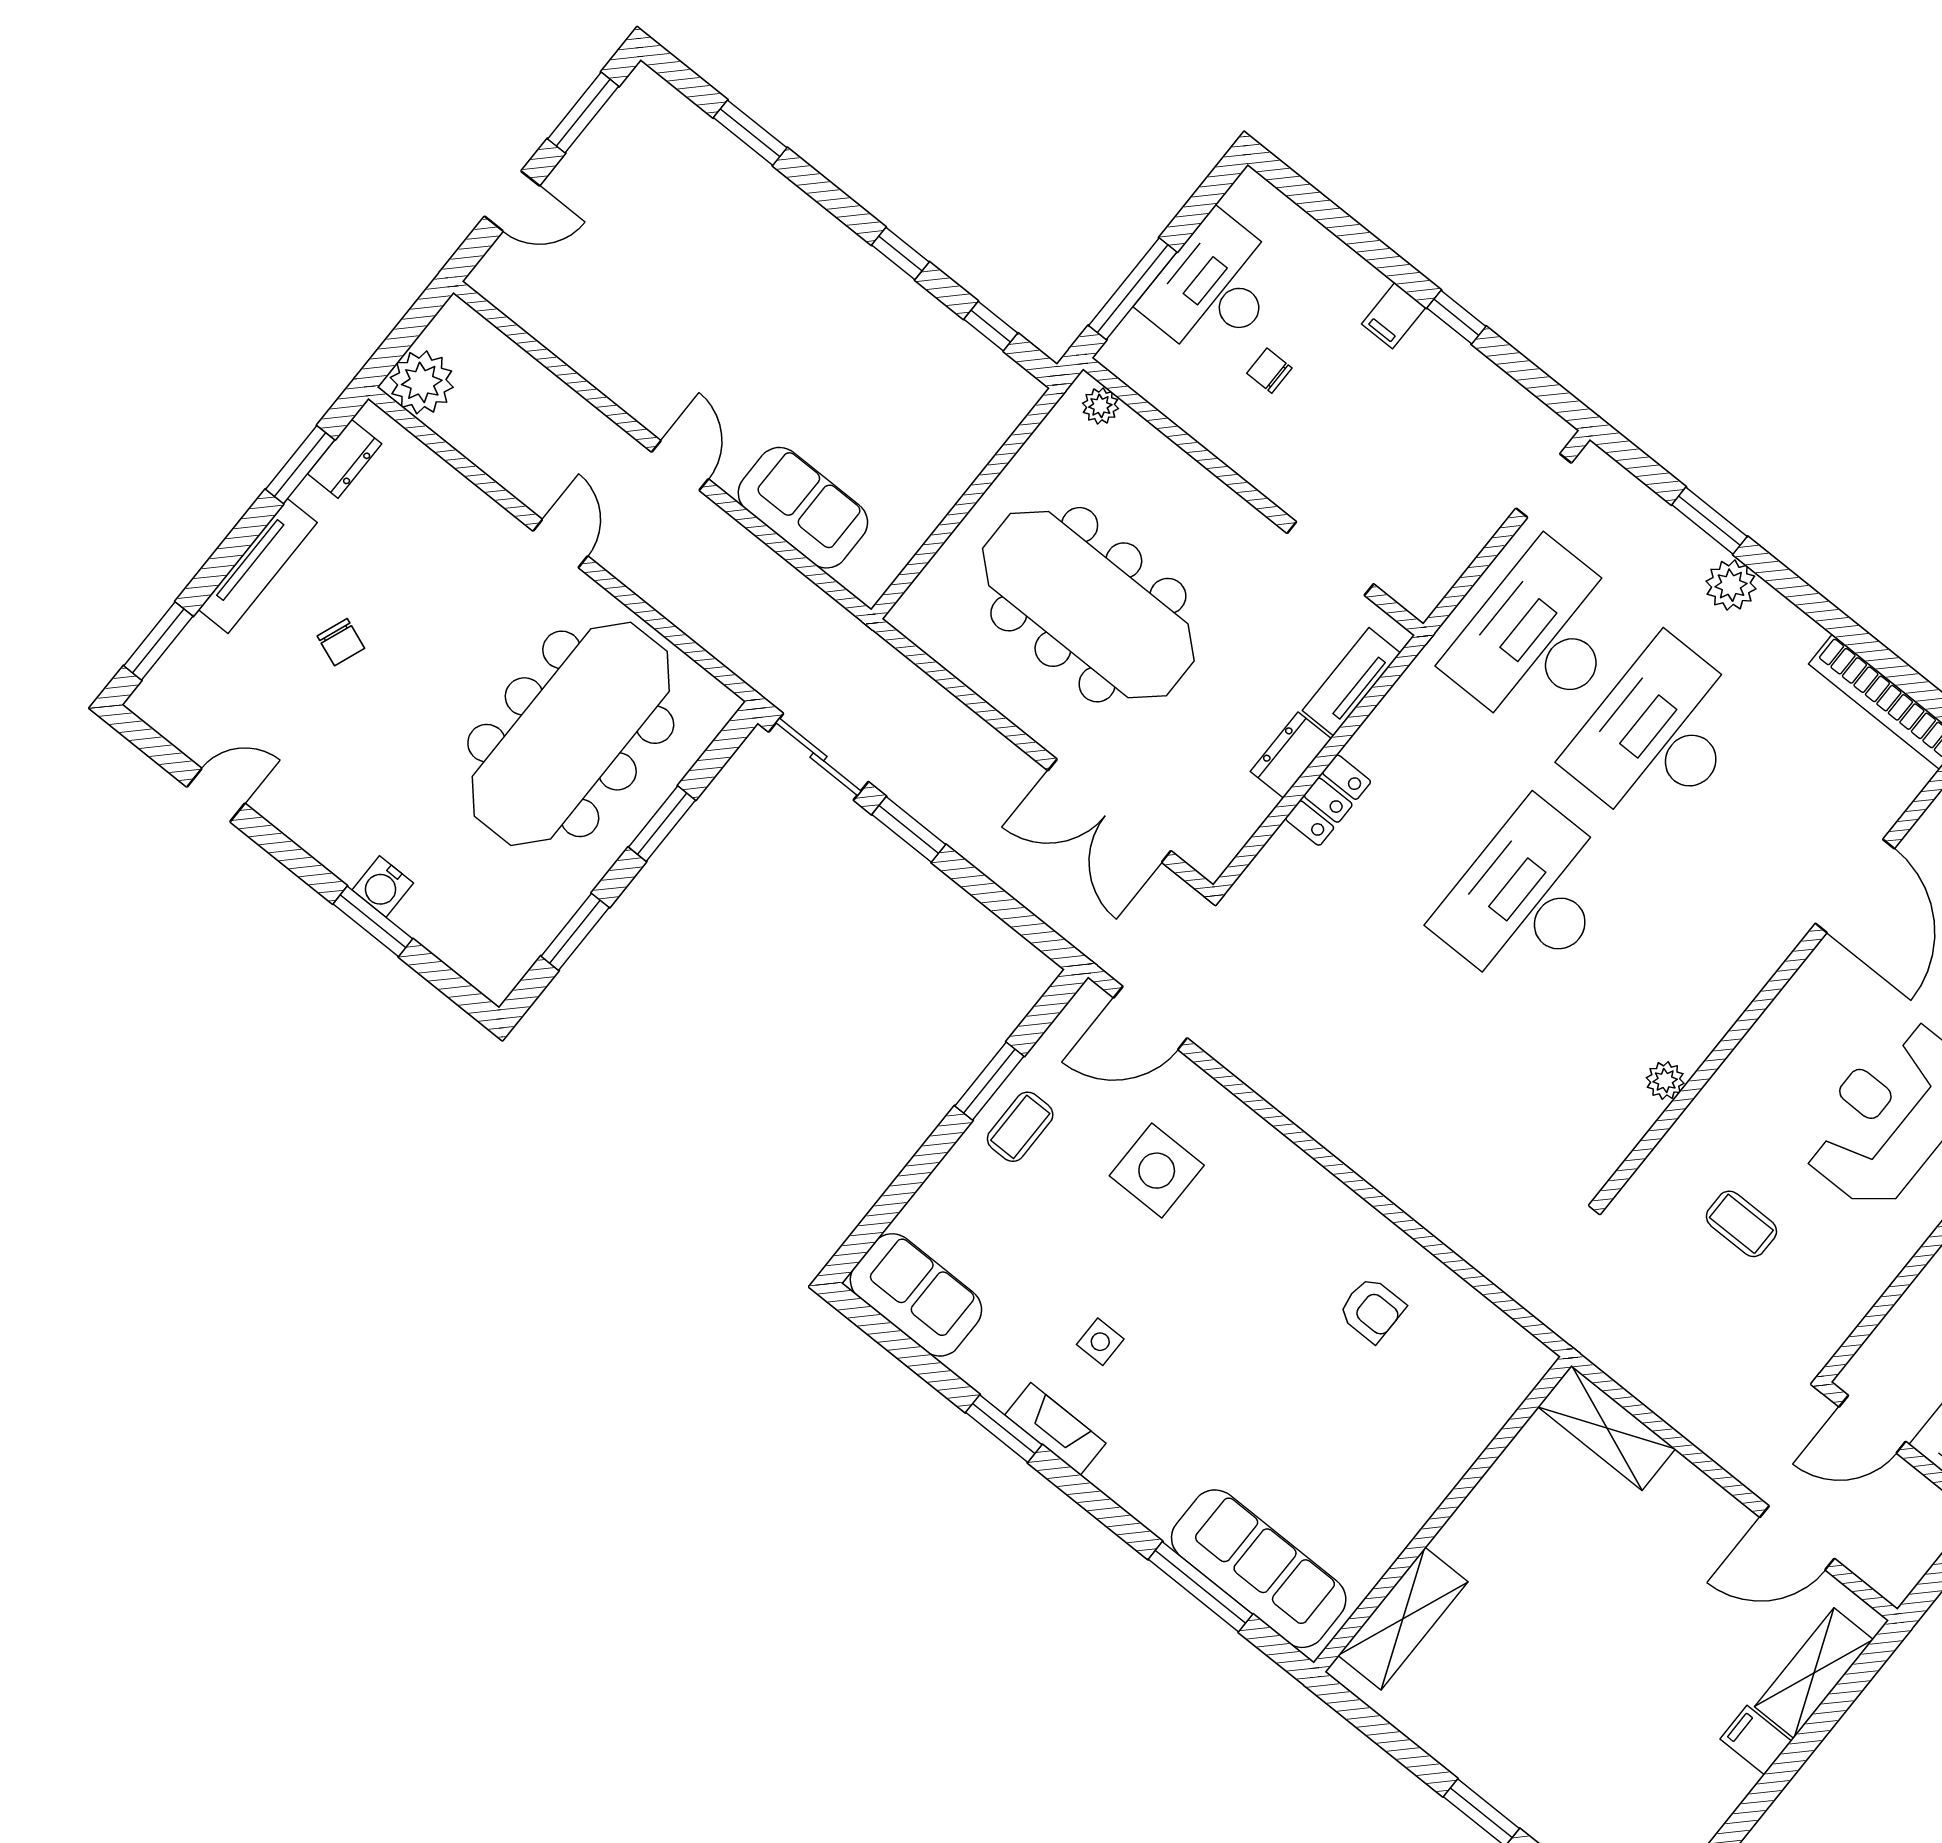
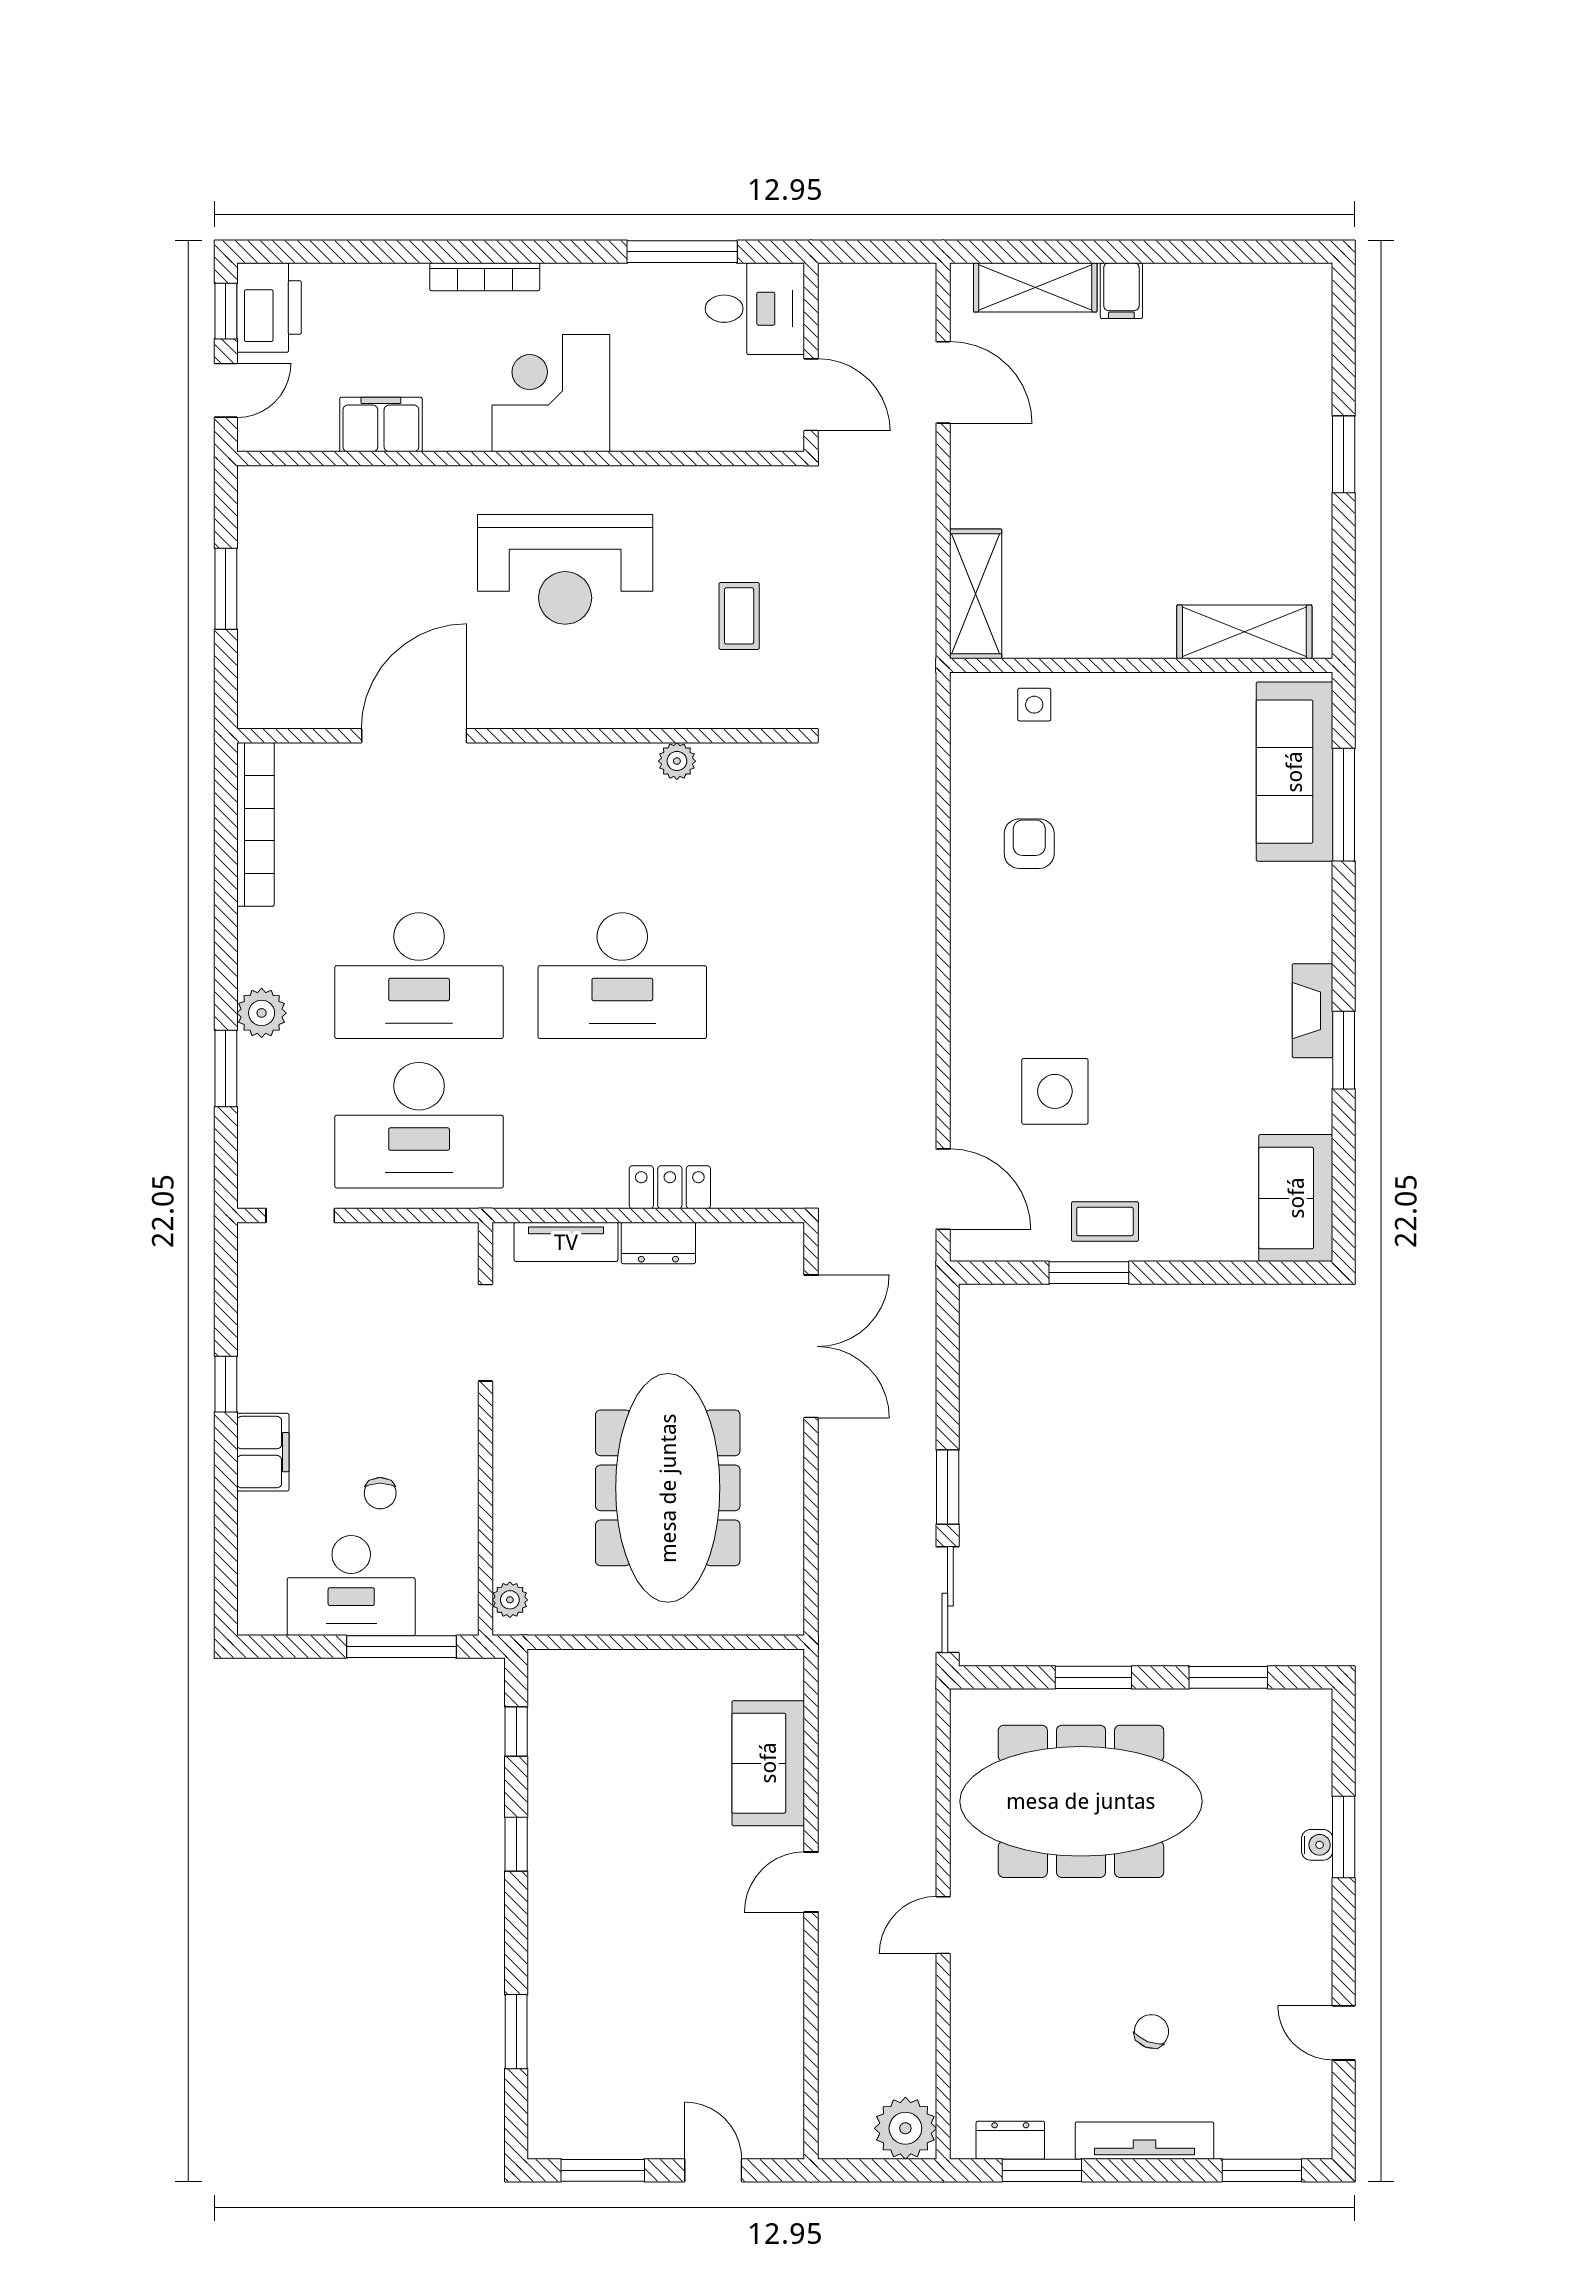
filing cabinet: (1394, 316) -> (263, 1452), width x2.00
water cooler: (383, 887) -> (1317, 1845), width x0.72, depth x0.72
side table: (1100, 1342) -> (1034, 705), moved

